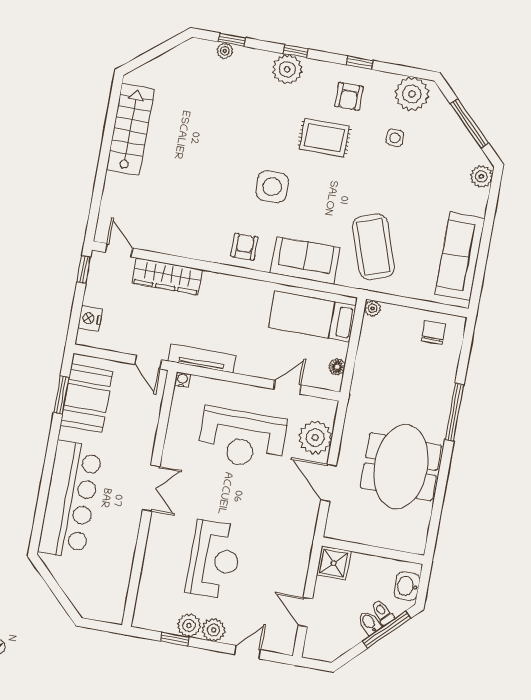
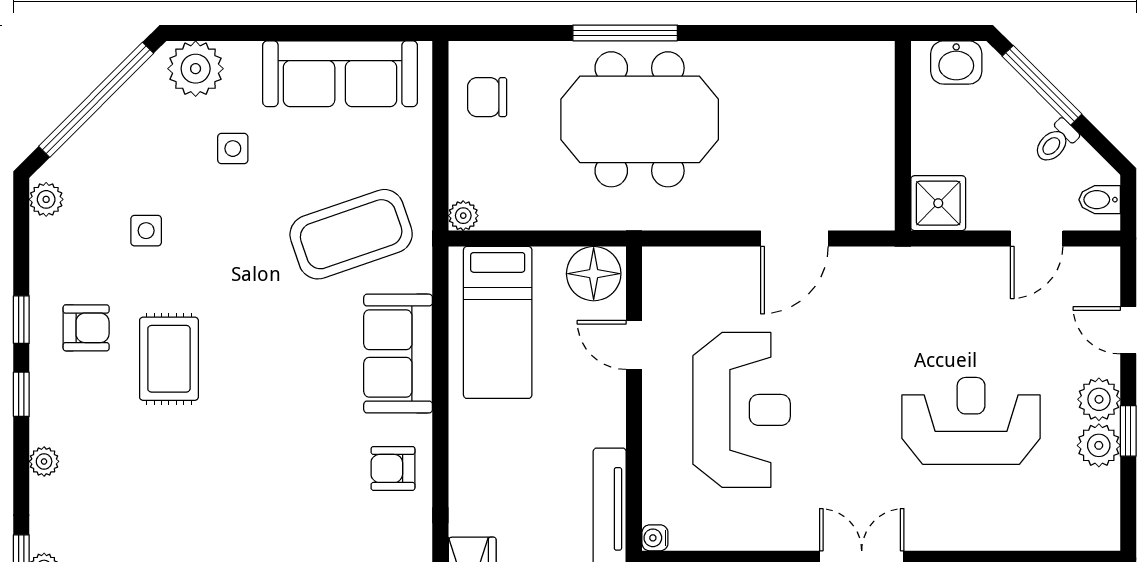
window: (296, 51) -> (21, 394), moved
plant: (287, 69) -> (44, 461), width x0.53, depth x0.53
plant: (412, 94) -> (46, 199), width x0.53, depth x0.53
window: (470, 124) -> (96, 100), width x1.46
plant: (481, 176) -> (196, 69), width x1.36, depth x1.36
side table: (272, 187) -> (233, 149), moved, width x0.54, depth x0.54
floor lamp: (337, 367) -> (594, 274), width x1.89, depth x1.89
plant: (315, 437) -> (716, 277), removed
meeting table: (401, 467) -> (640, 119), moved
toilet: (383, 612) -> (1056, 142), moved
bidet: (369, 623) -> (1100, 200), moved, turned 45
window: (175, 639) -> (1128, 431), moved

